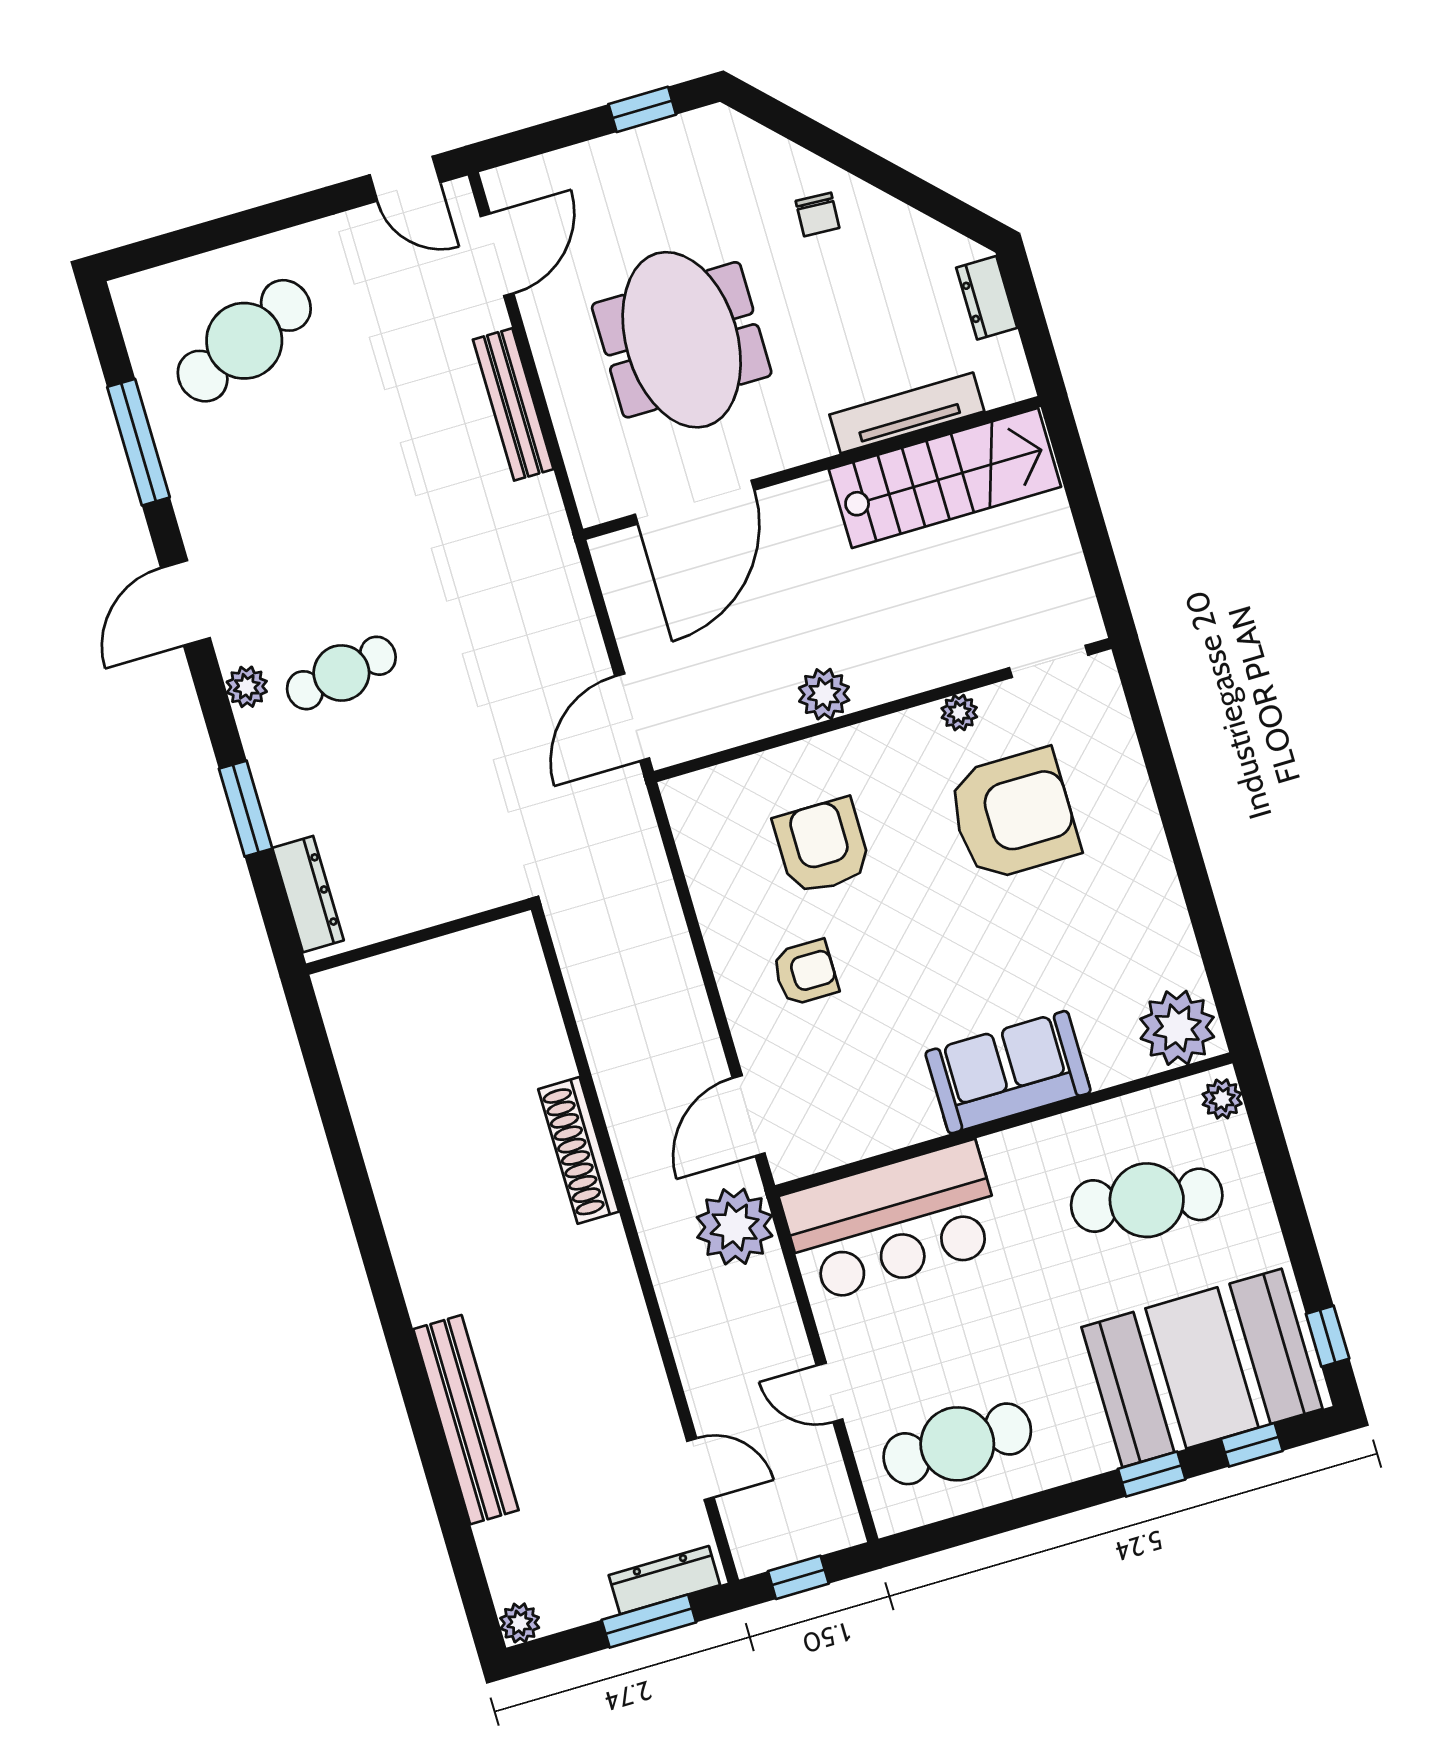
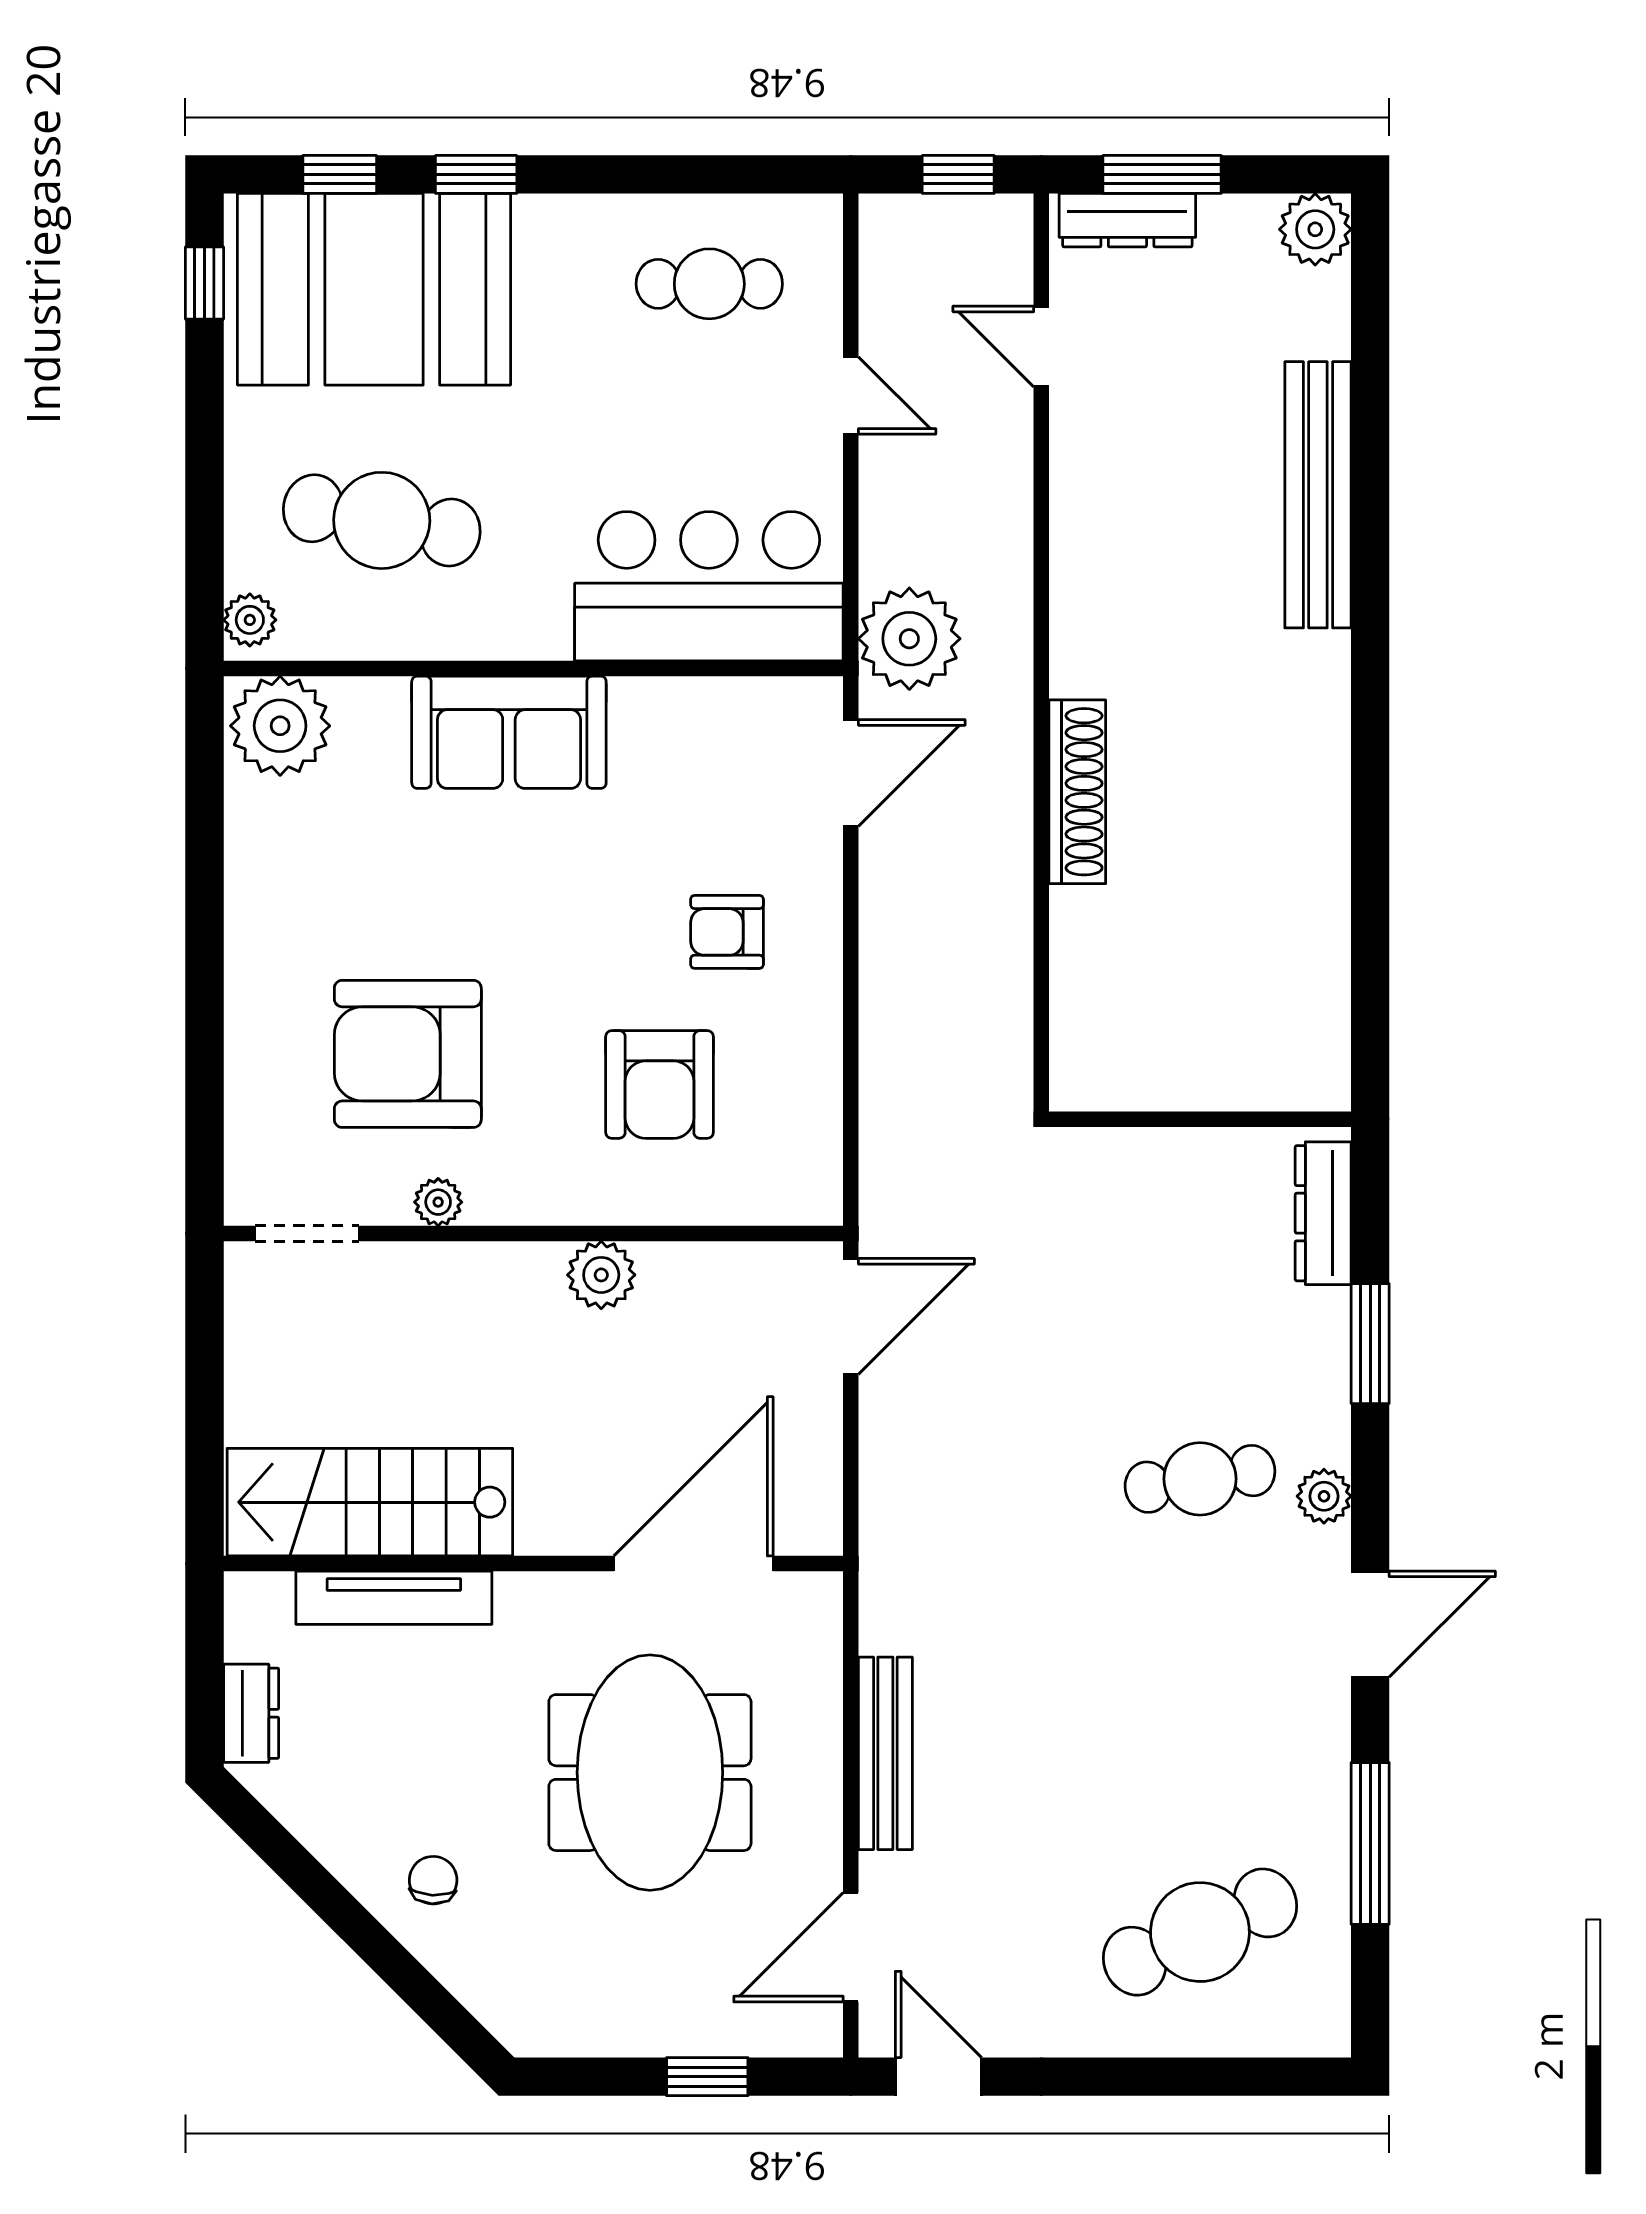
window: (642, 109) -> (707, 2077), moved
cafe table: (957, 1444) -> (709, 284), width x0.73, depth x0.74
plant: (520, 1623) -> (1315, 229), width x1.38, depth x1.38

